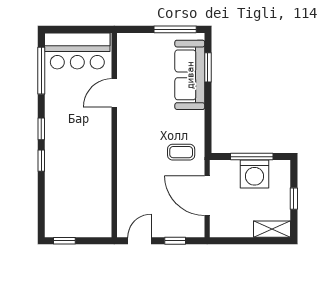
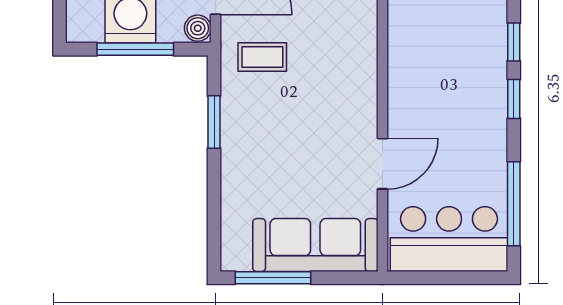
window: (208, 67) -> (214, 122), moved
sofa: (190, 75) -> (315, 245), moved, turned -90
boiler: (217, 168) -> (198, 28), added

